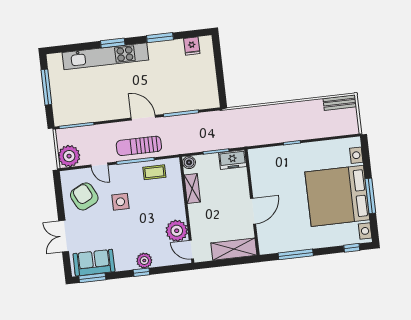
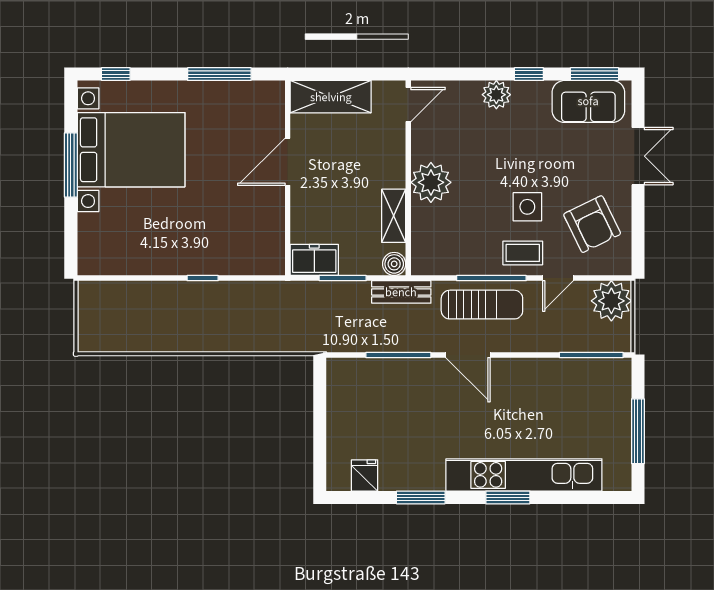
bench: (340, 103) -> (401, 292), moved
door: (99, 165) -> (558, 278), swing flipped
coffee table: (154, 172) -> (523, 253), moved
bed with nightstands: (337, 196) -> (131, 150), width x0.73
plant: (177, 231) -> (431, 182), moved
door: (191, 250) -> (408, 105), hinge flipped
window: (141, 272) -> (529, 74), moved

